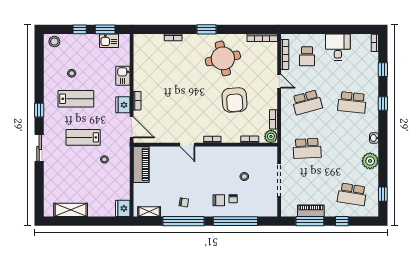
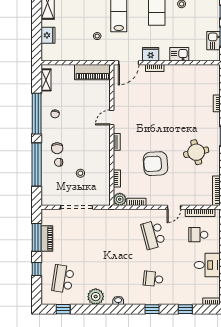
round table: (223, 58) -> (196, 152), width x0.73, depth x0.73
school desk: (352, 102) -> (153, 279), width x0.54
school desk: (307, 148) -> (108, 235), removed
fridge: (123, 208) -> (48, 35), moved, turned 90

